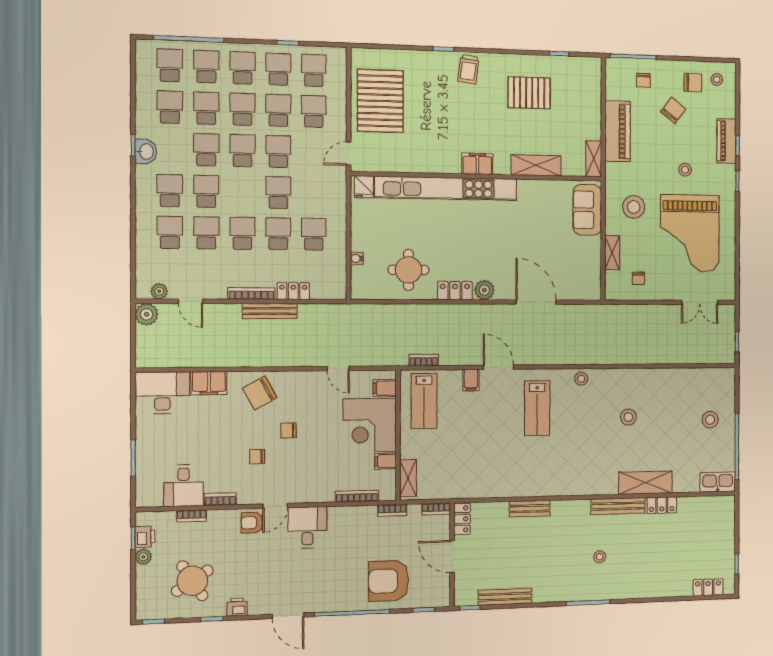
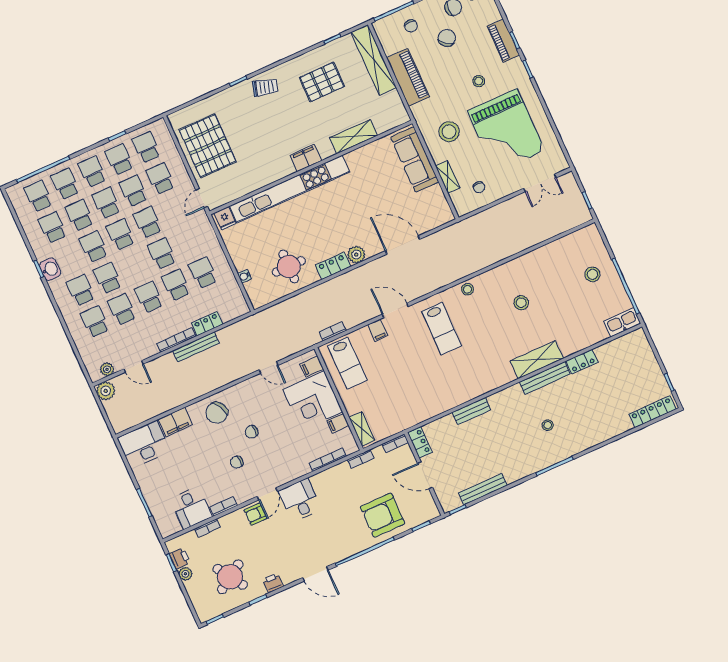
trolley: (468, 69) -> (265, 87), turned -81
shelving: (594, 159) -> (374, 60), moved, width x2.20, depth x1.33
sofa: (587, 210) -> (415, 160), width x1.36
shelving: (645, 483) -> (537, 360), moved
locker: (708, 587) -> (653, 412), width x1.53

